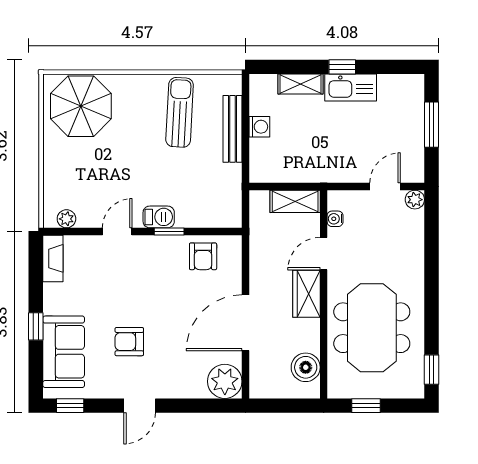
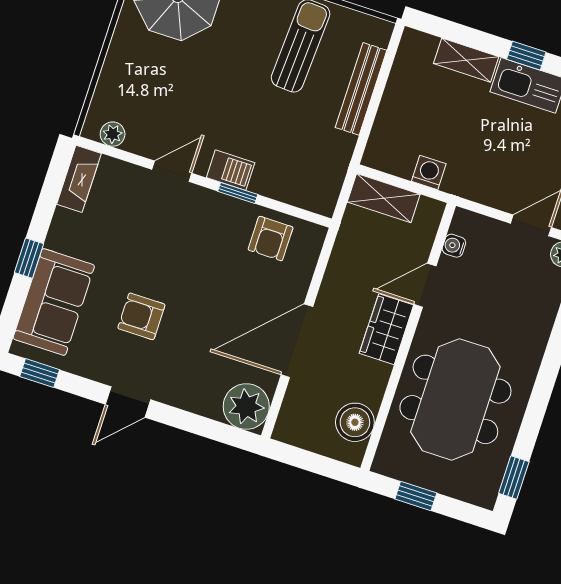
washing machine: (259, 127) -> (429, 173), moved, turned -90
shelving: (295, 201) -> (384, 198), moved

